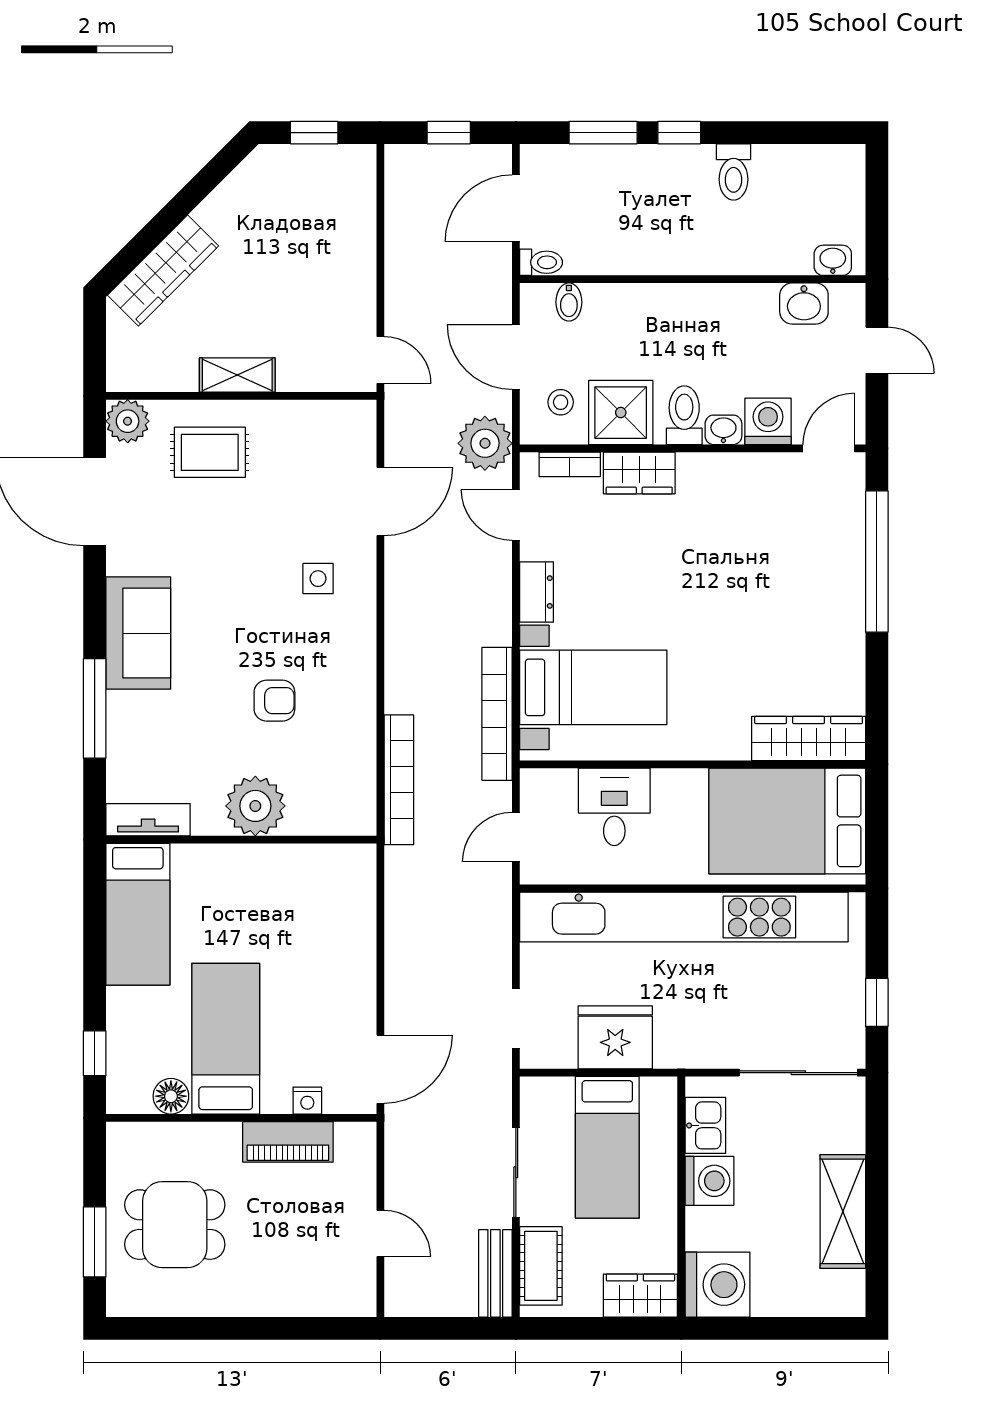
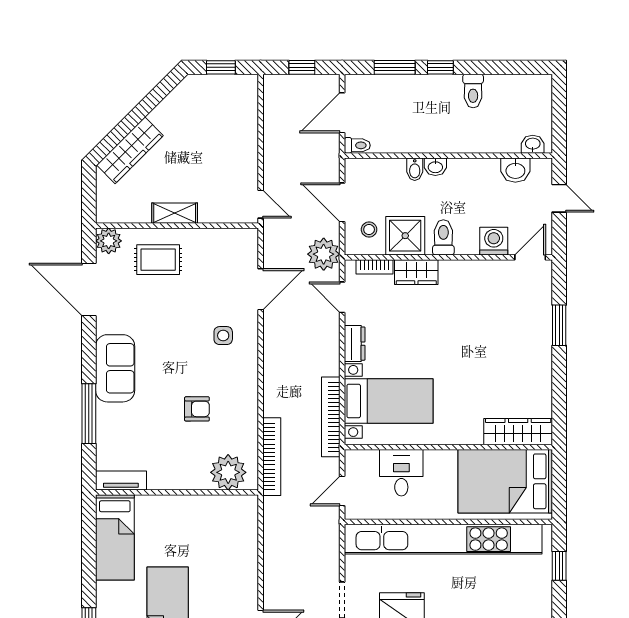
bidet: (569, 302) -> (415, 169), moved
washbasin: (723, 430) -> (435, 167), moved, turned 180
window: (877, 562) -> (559, 325), width x0.47
plant: (255, 806) -> (228, 472), moved
window: (877, 1002) -> (559, 566), moved

